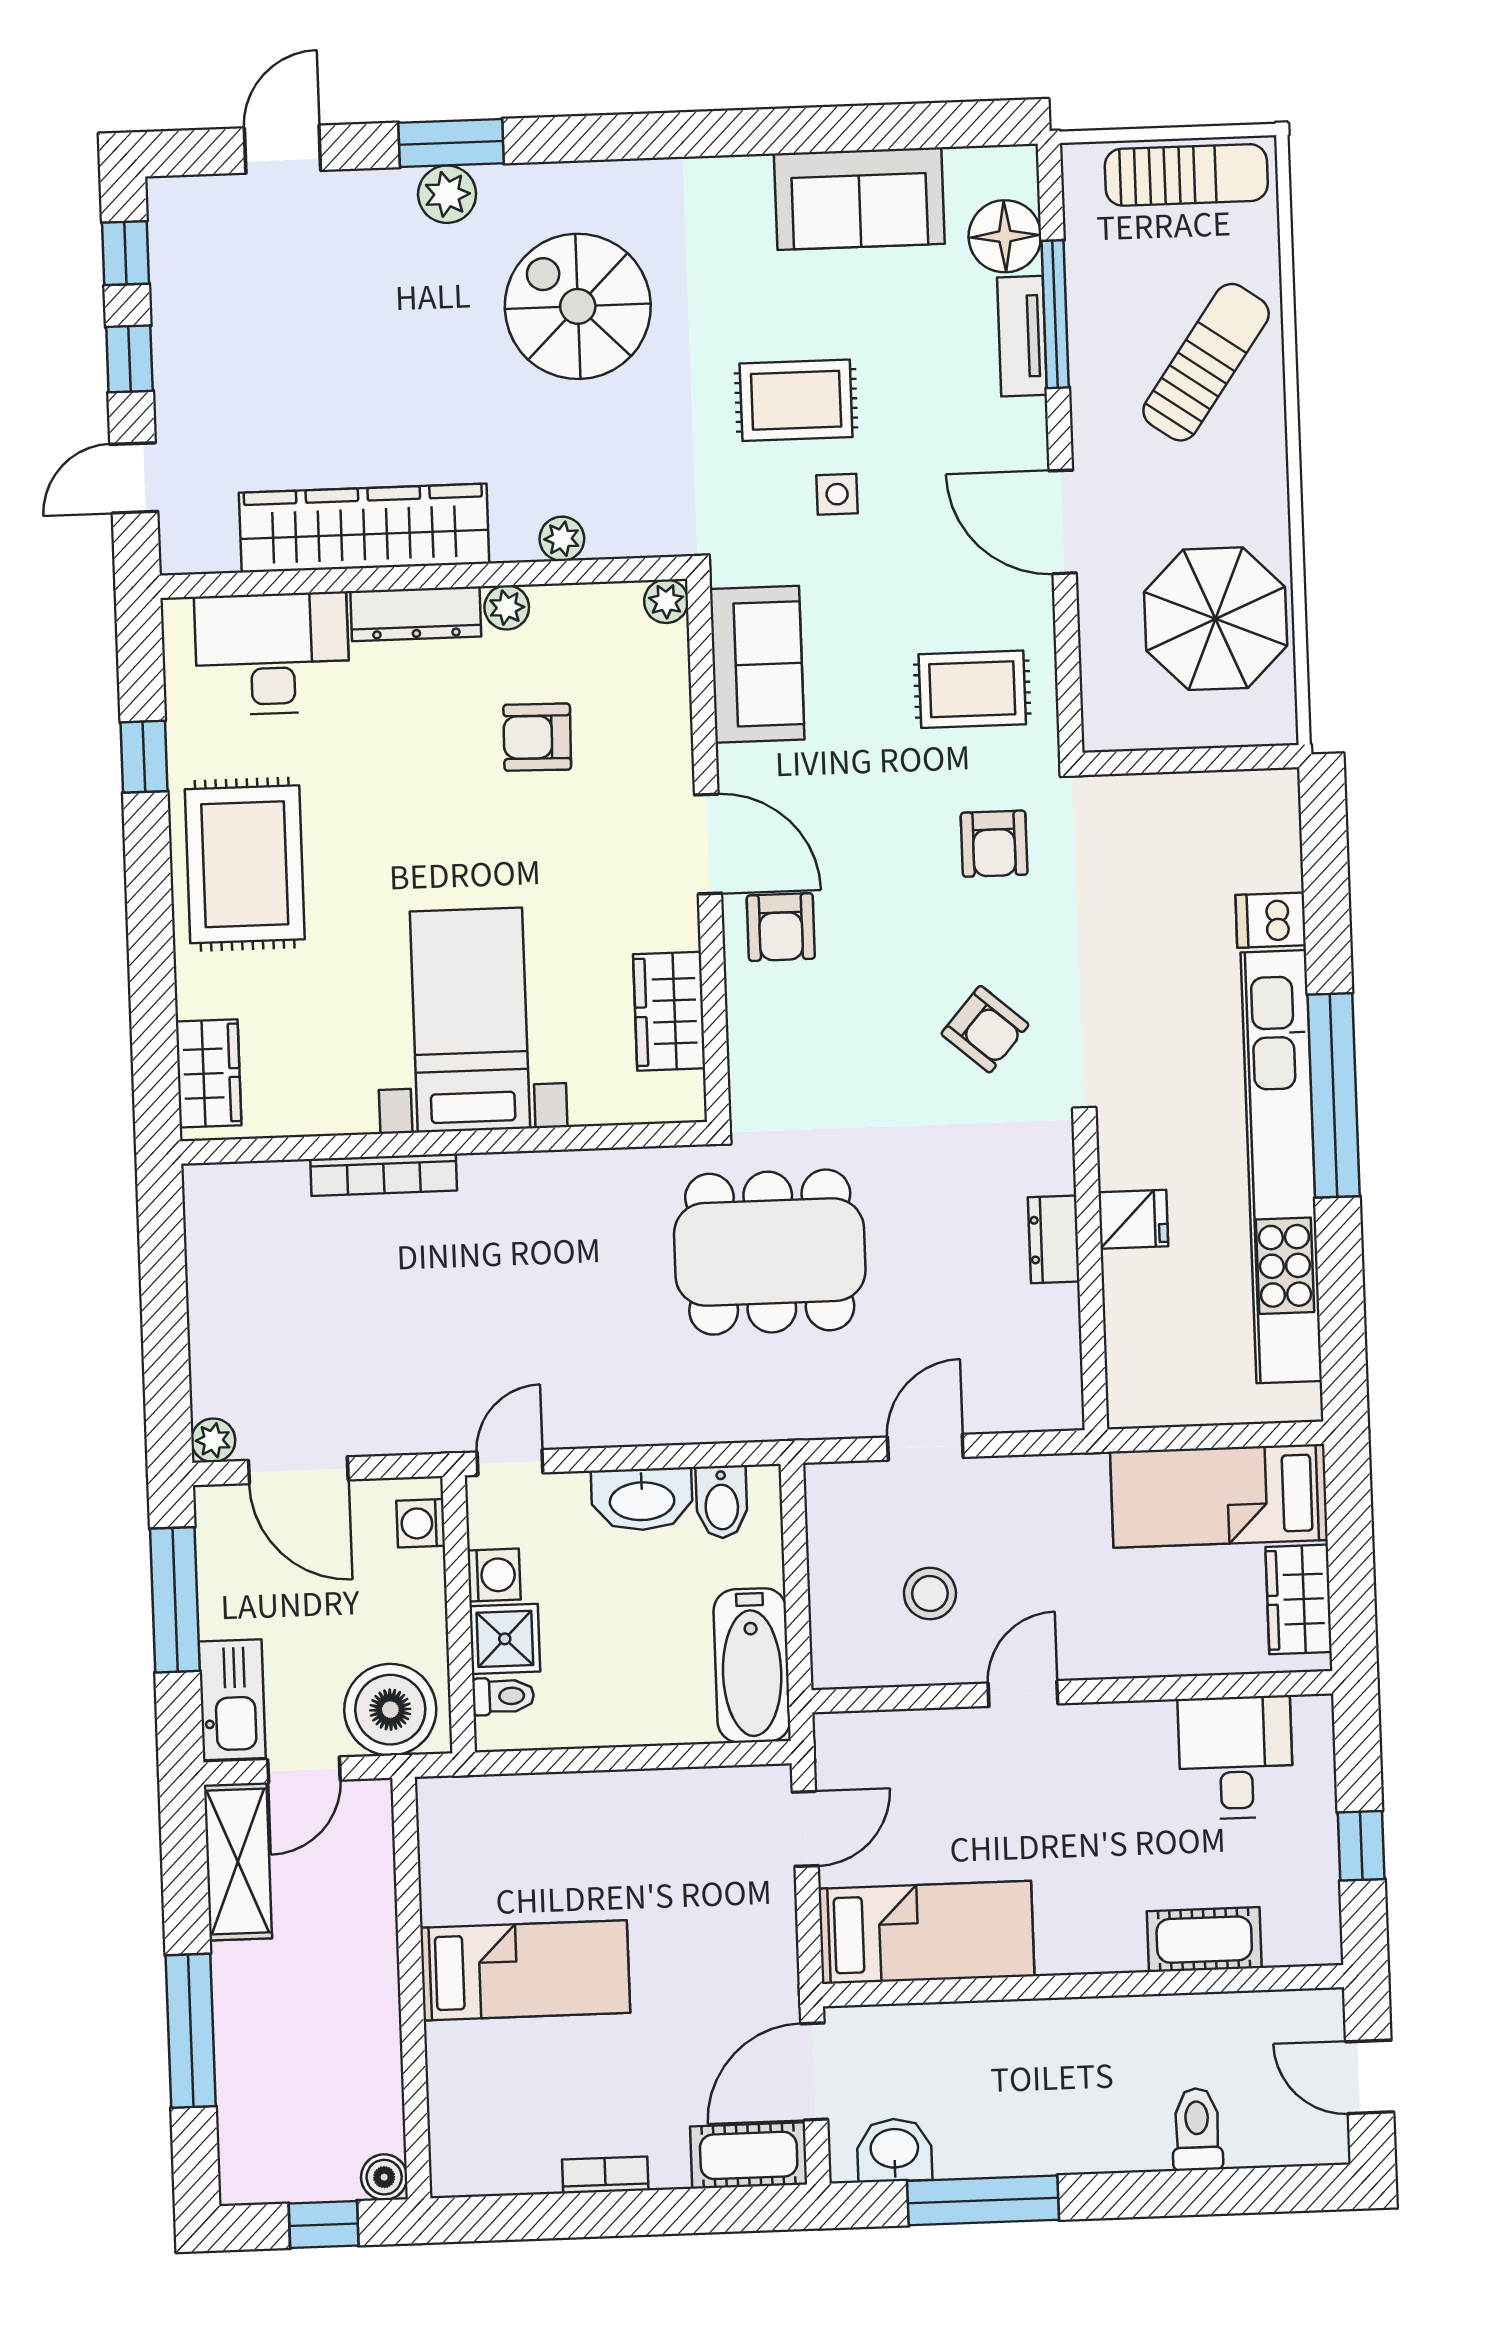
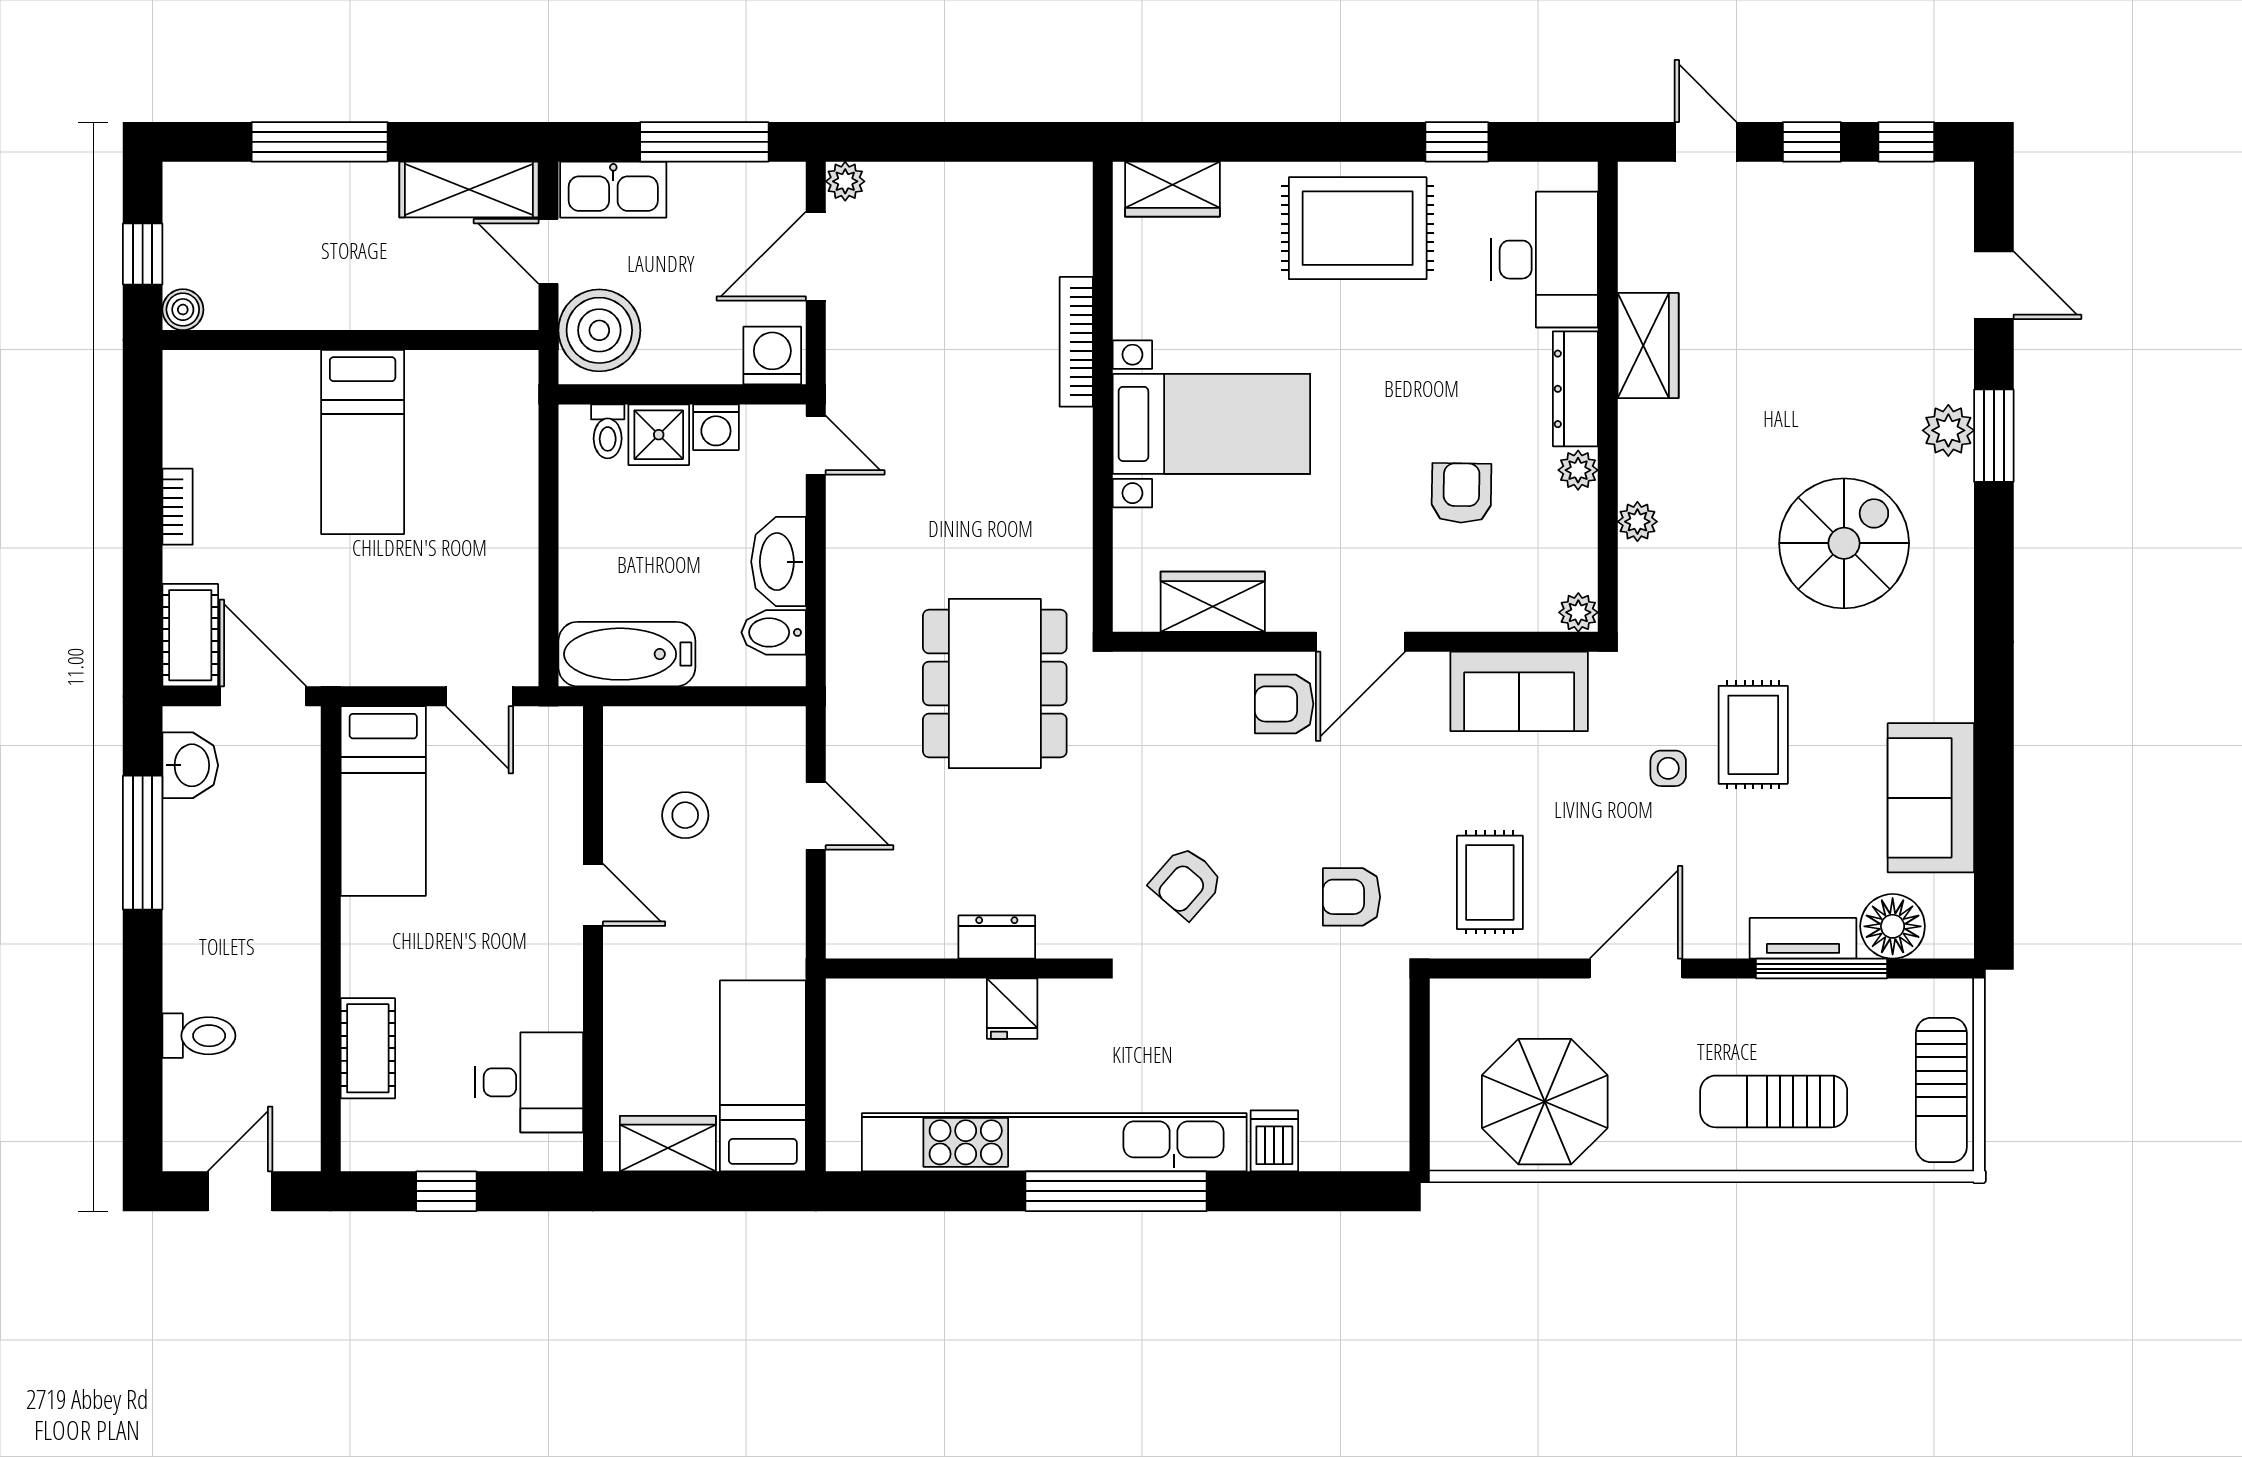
sun lounger: (1206, 362) -> (1774, 1101), turned 145
wardrobe: (364, 528) -> (1648, 346), width x0.48, depth x0.85
washing machine: (421, 1523) -> (772, 356), width x1.38, depth x1.38

